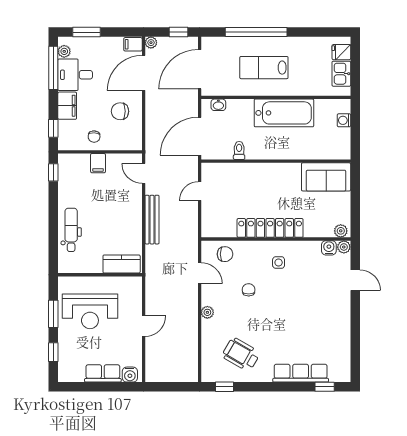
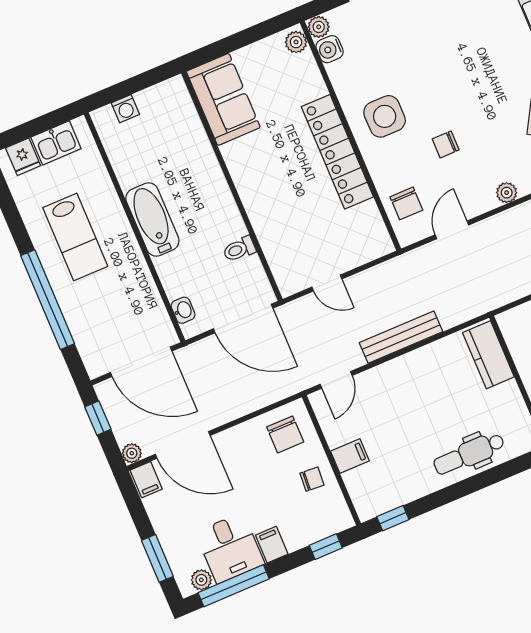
lab bench: (264, 68) -> (75, 237), moved
filing cabinet: (67, 106) -> (272, 545), width x0.50
chair: (120, 111) -> (285, 434), moved
bathtub: (284, 113) -> (152, 219), width x0.73, depth x0.73
chair: (225, 254) -> (406, 203), turned 180
side table: (279, 263) -> (385, 116), width x1.87, depth x1.87

